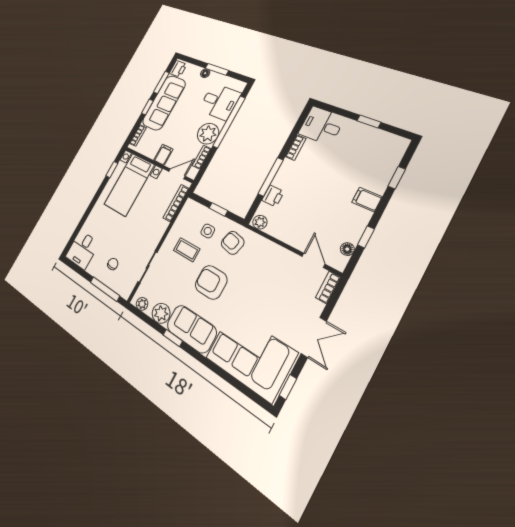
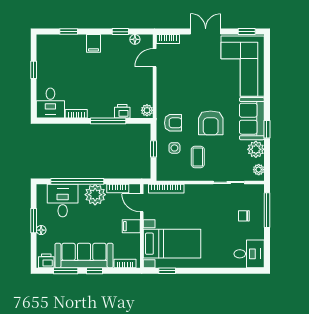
armchair: (233, 243) -> (173, 123), turned -104

